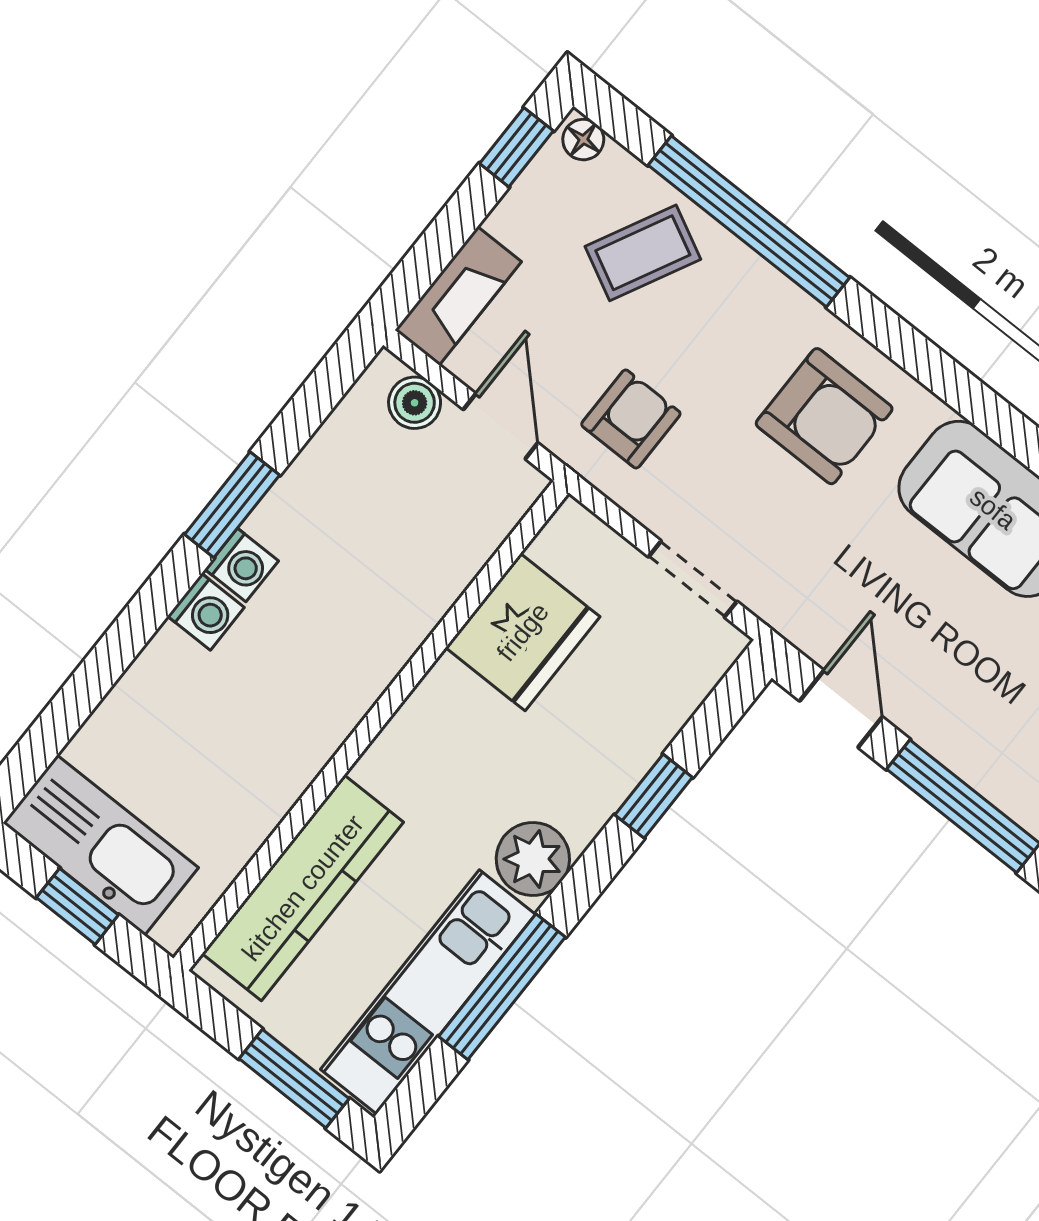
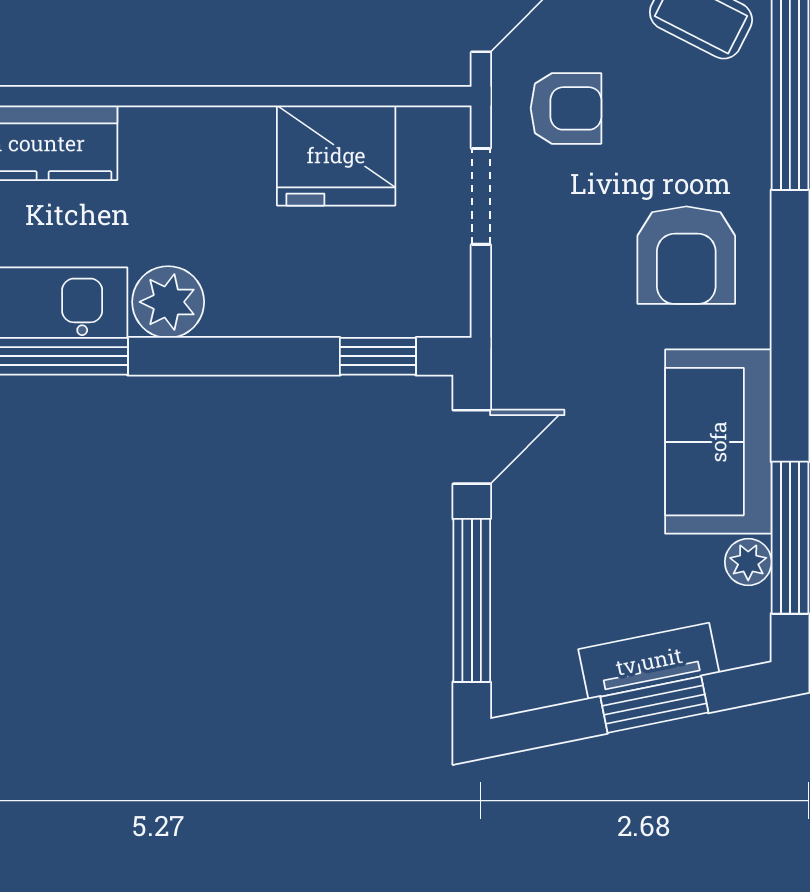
doorway: (693, 579) -> (481, 196), moved
window: (654, 796) -> (378, 356), moved

